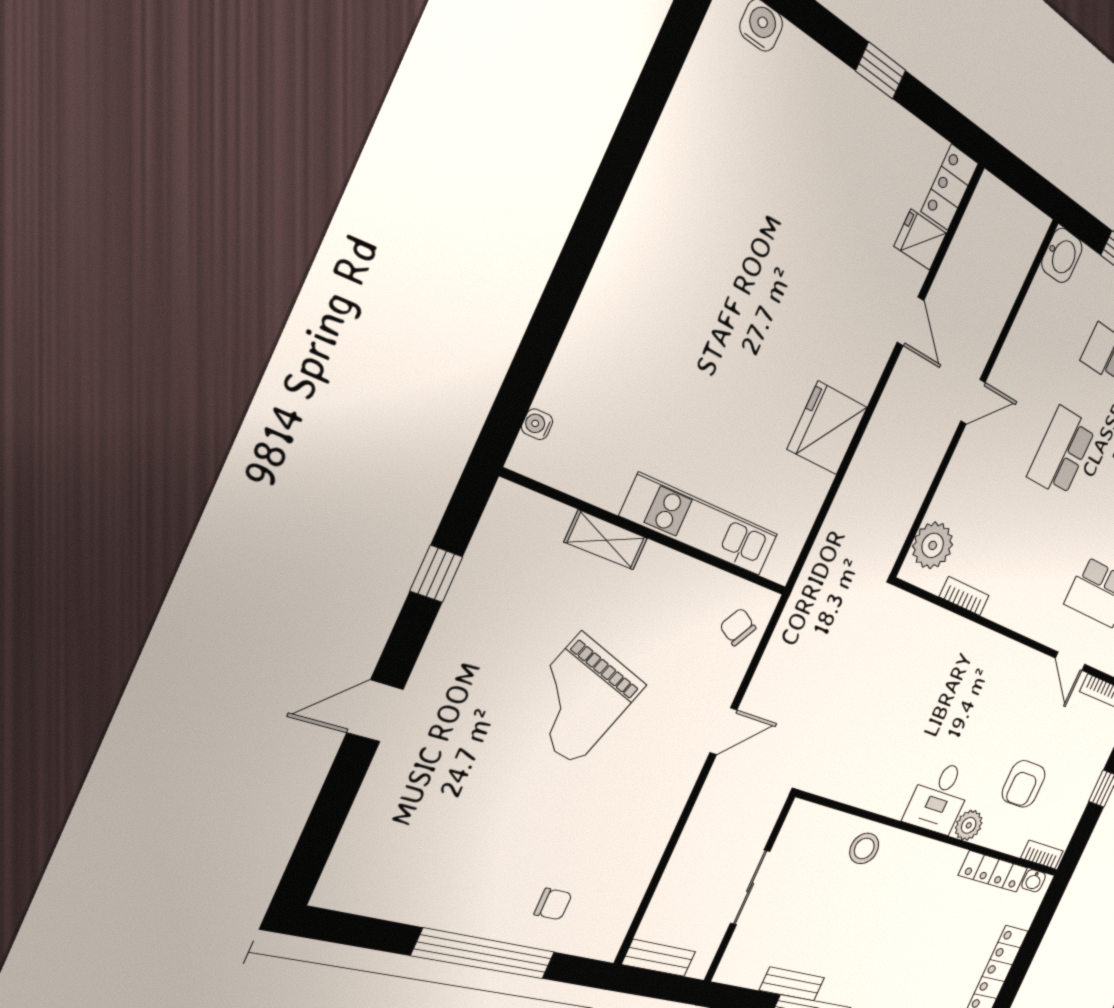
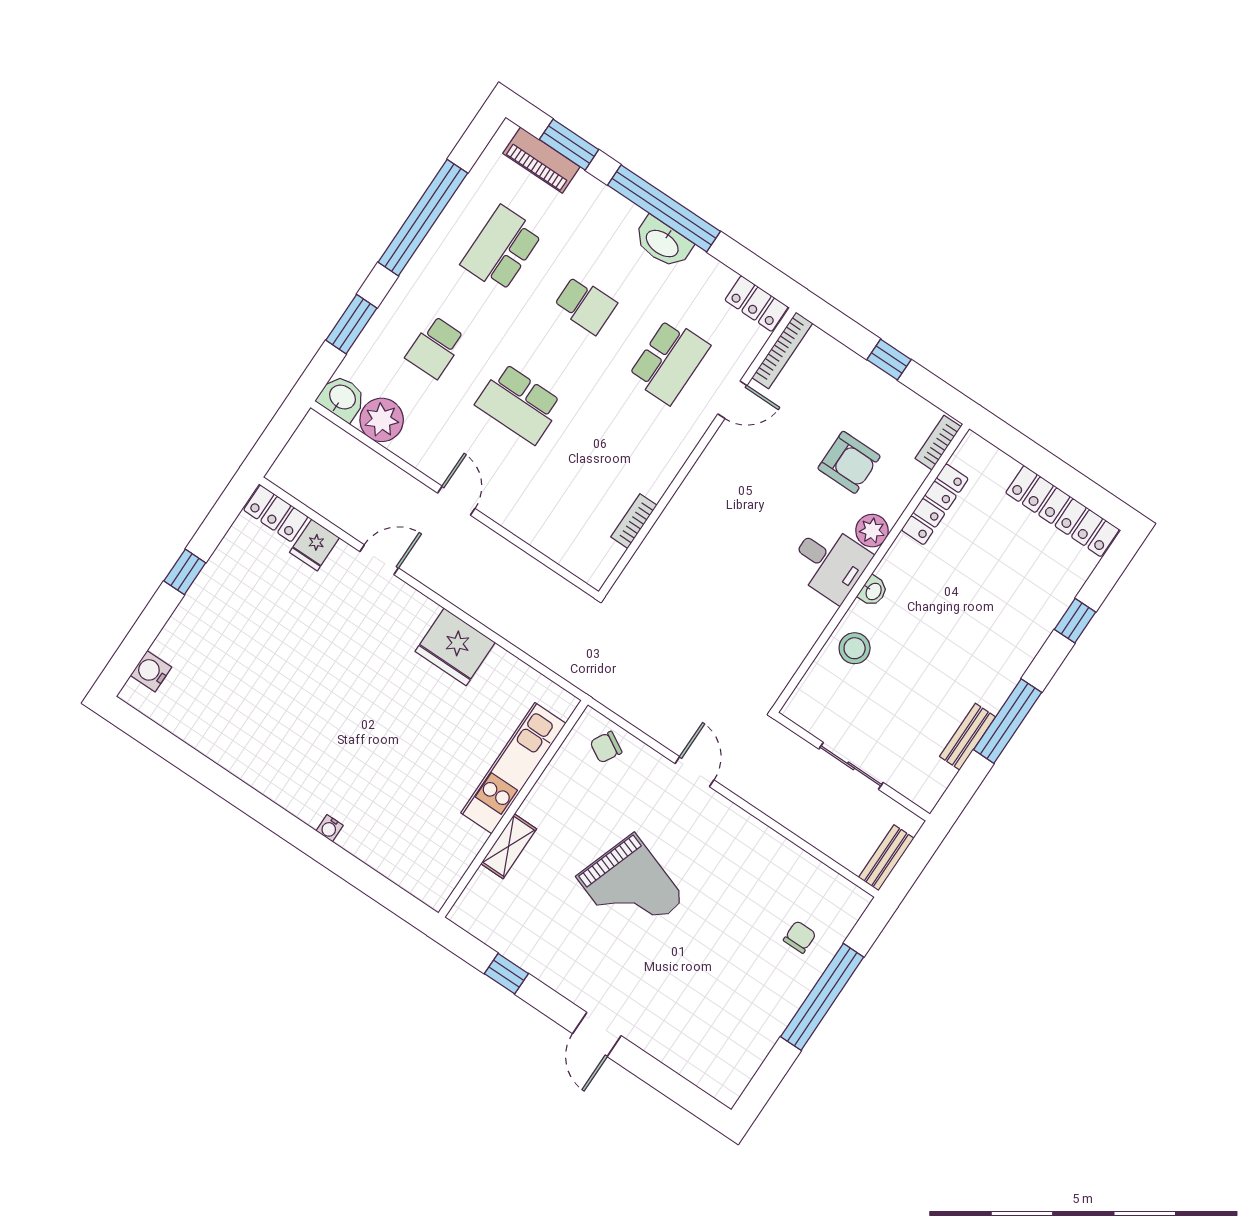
water cooler: (537, 424) -> (330, 828), moved
plant: (933, 545) -> (382, 420), moved
washbasin: (1034, 881) -> (873, 591), moved

